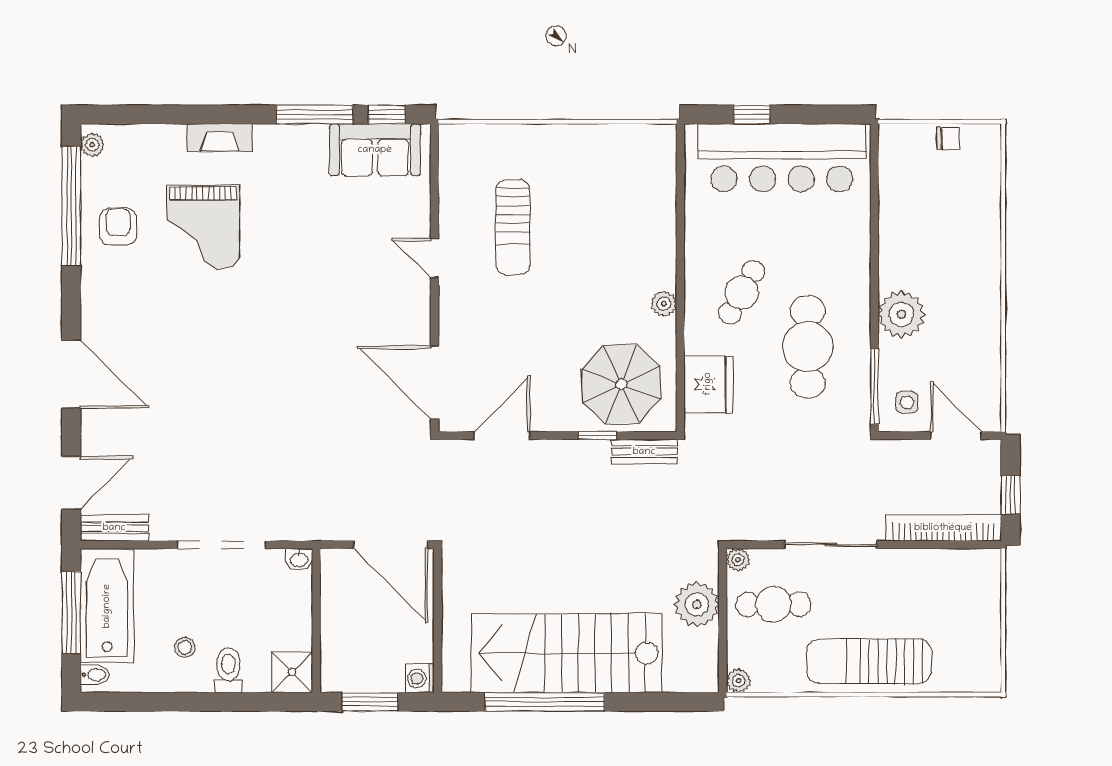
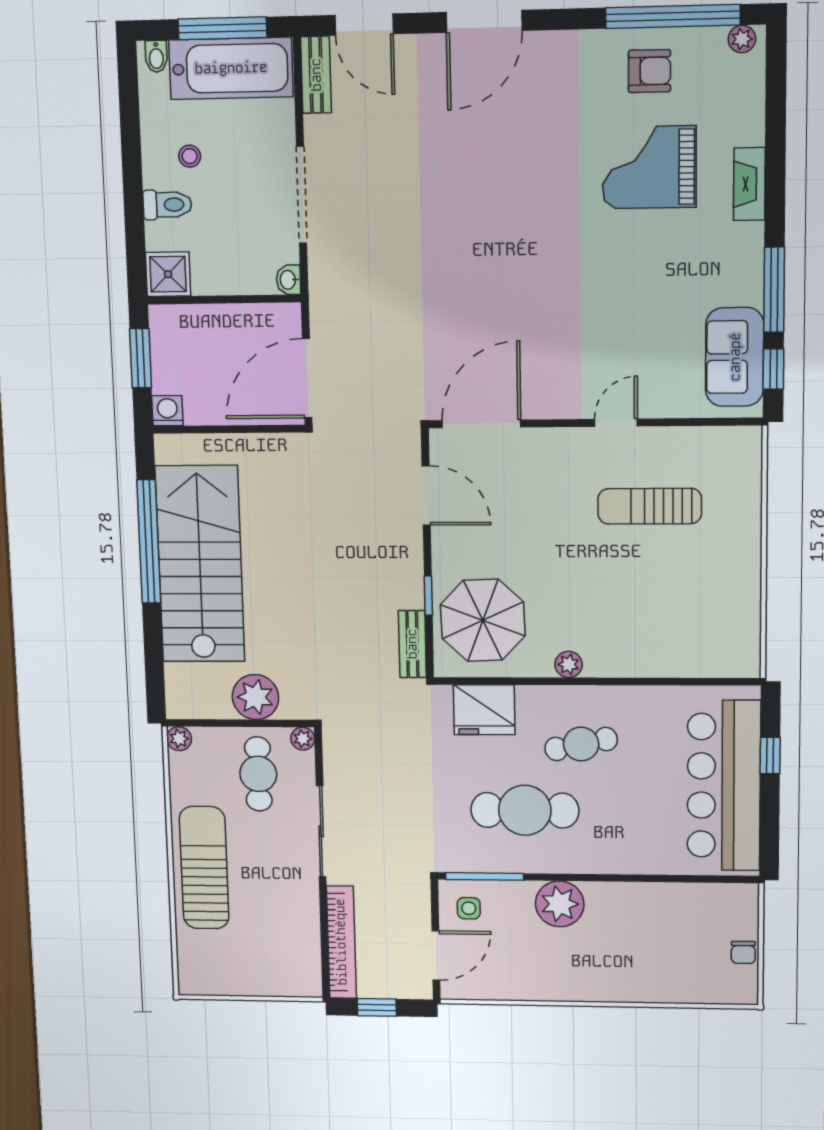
cafe table: (742, 292) -> (581, 744), turned -41

